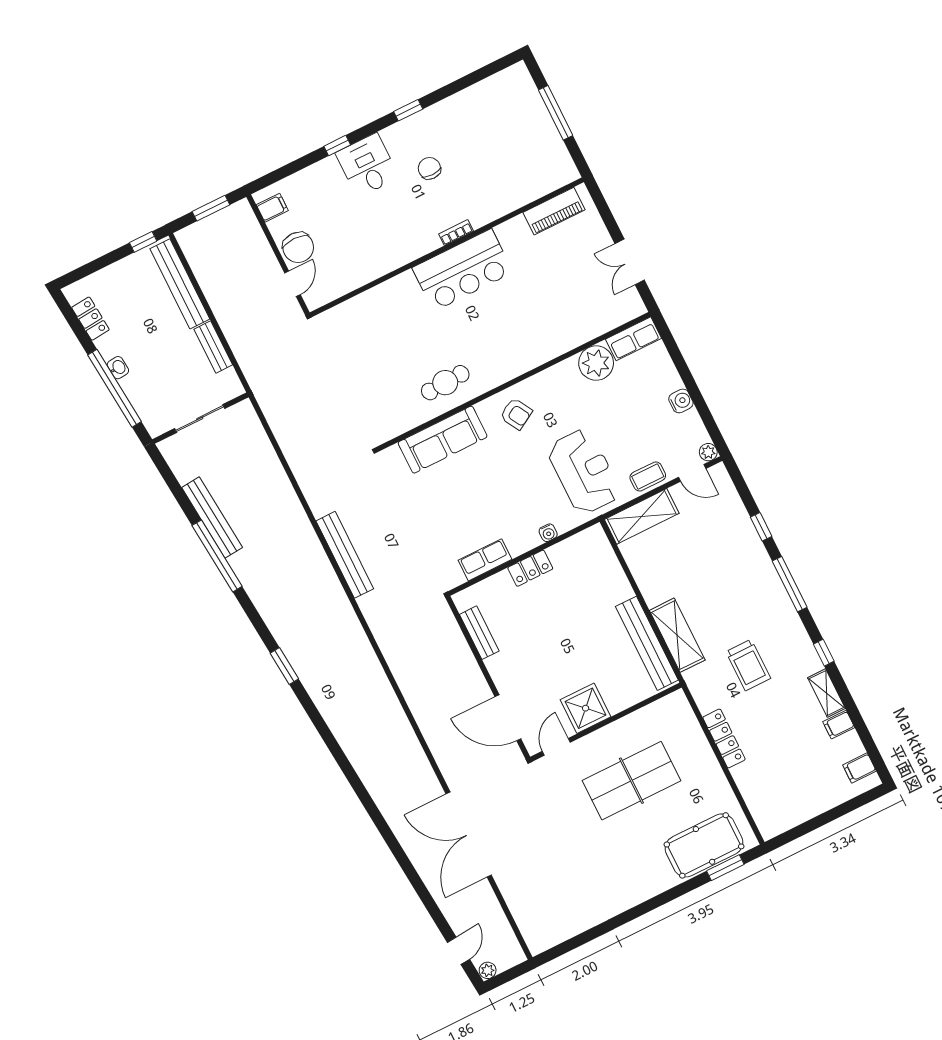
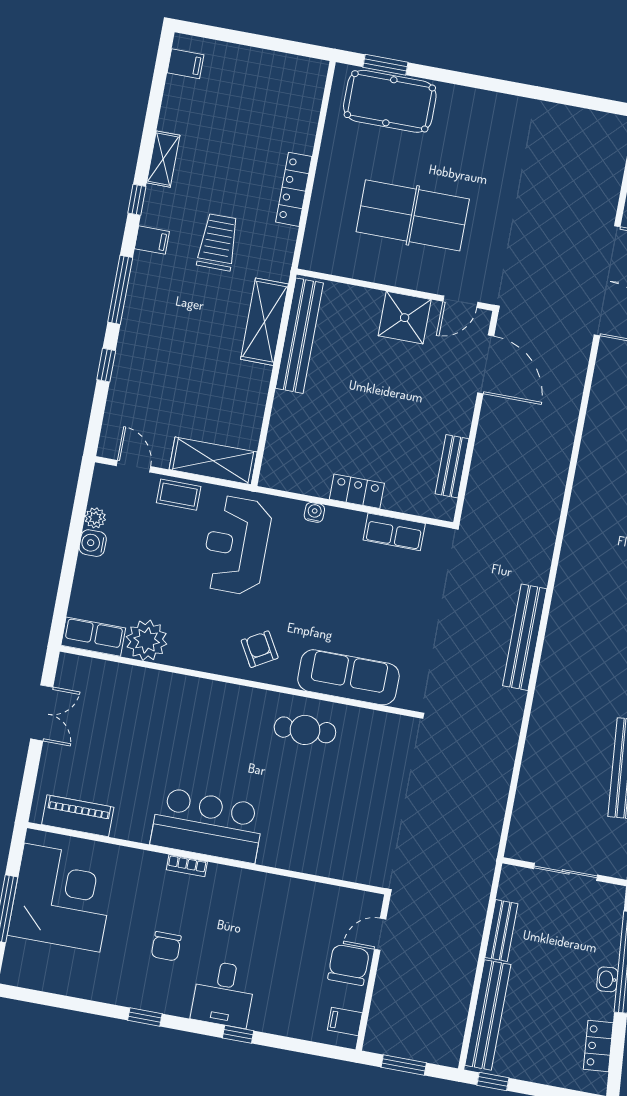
corner desk: (523, 149) -> (62, 898), added
plant: (708, 452) -> (95, 518), moved
filing cabinet: (839, 725) -> (152, 240), moved

